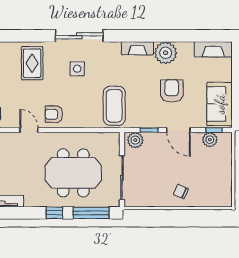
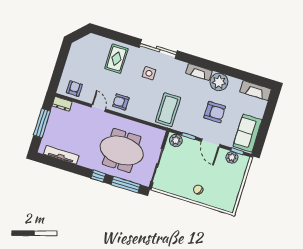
armchair: (172, 91) -> (215, 112), turned 90

